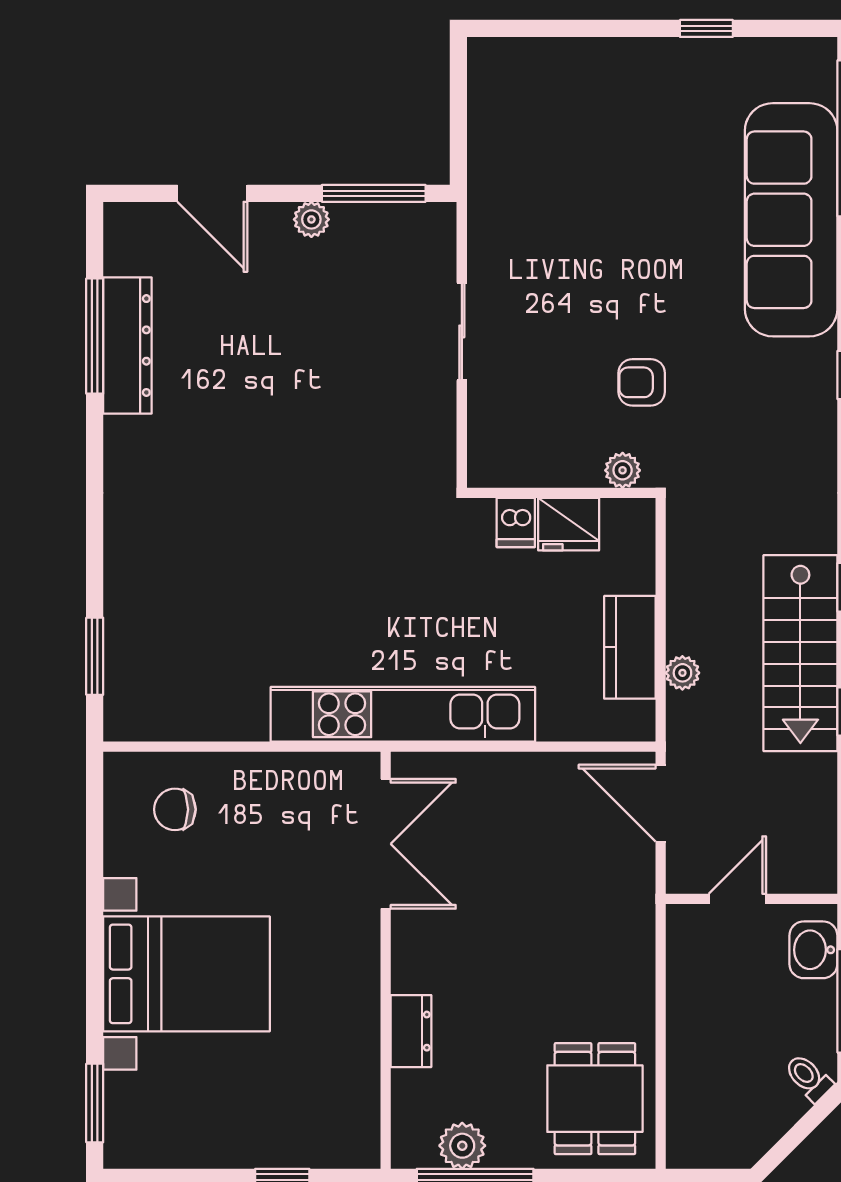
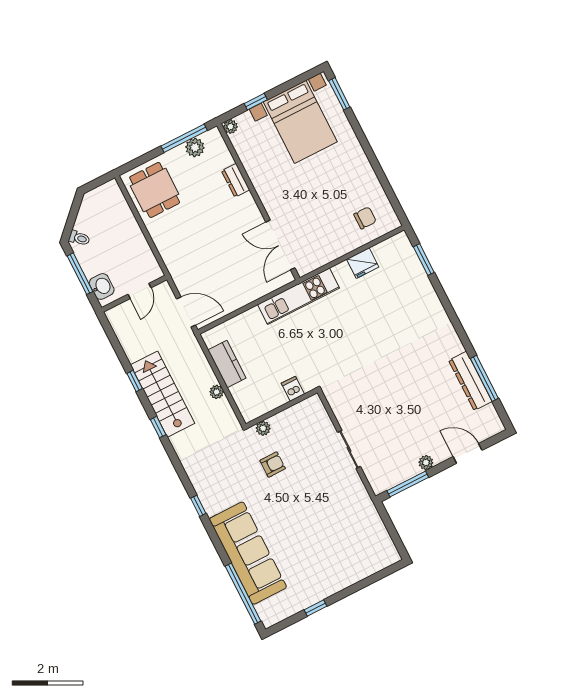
fridge: (569, 524) -> (363, 263), moved, turned 180
plant: (682, 673) -> (217, 392), moved
kitchen unit: (403, 714) -> (298, 296), width x0.73
bed with nightstands: (186, 974) -> (300, 122), moved, turned -90
plant: (363, 1152) -> (230, 127), added

